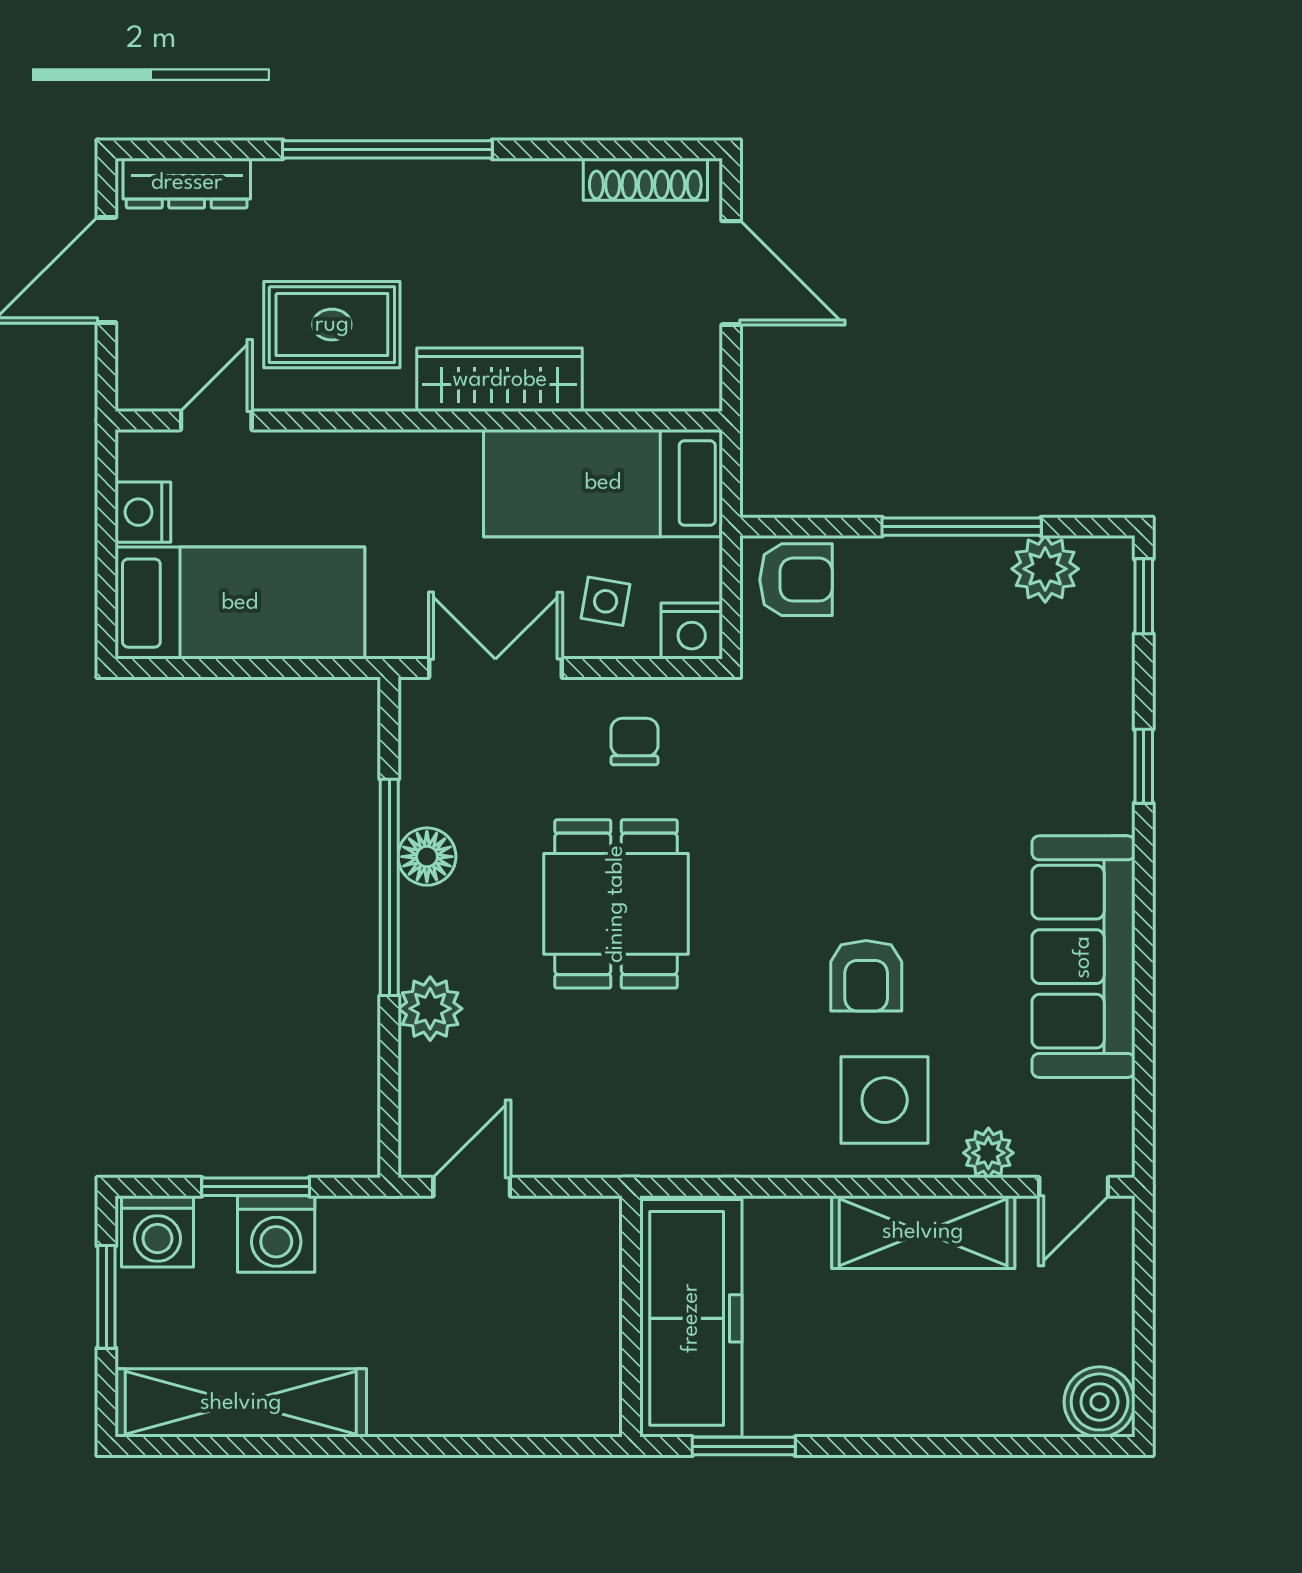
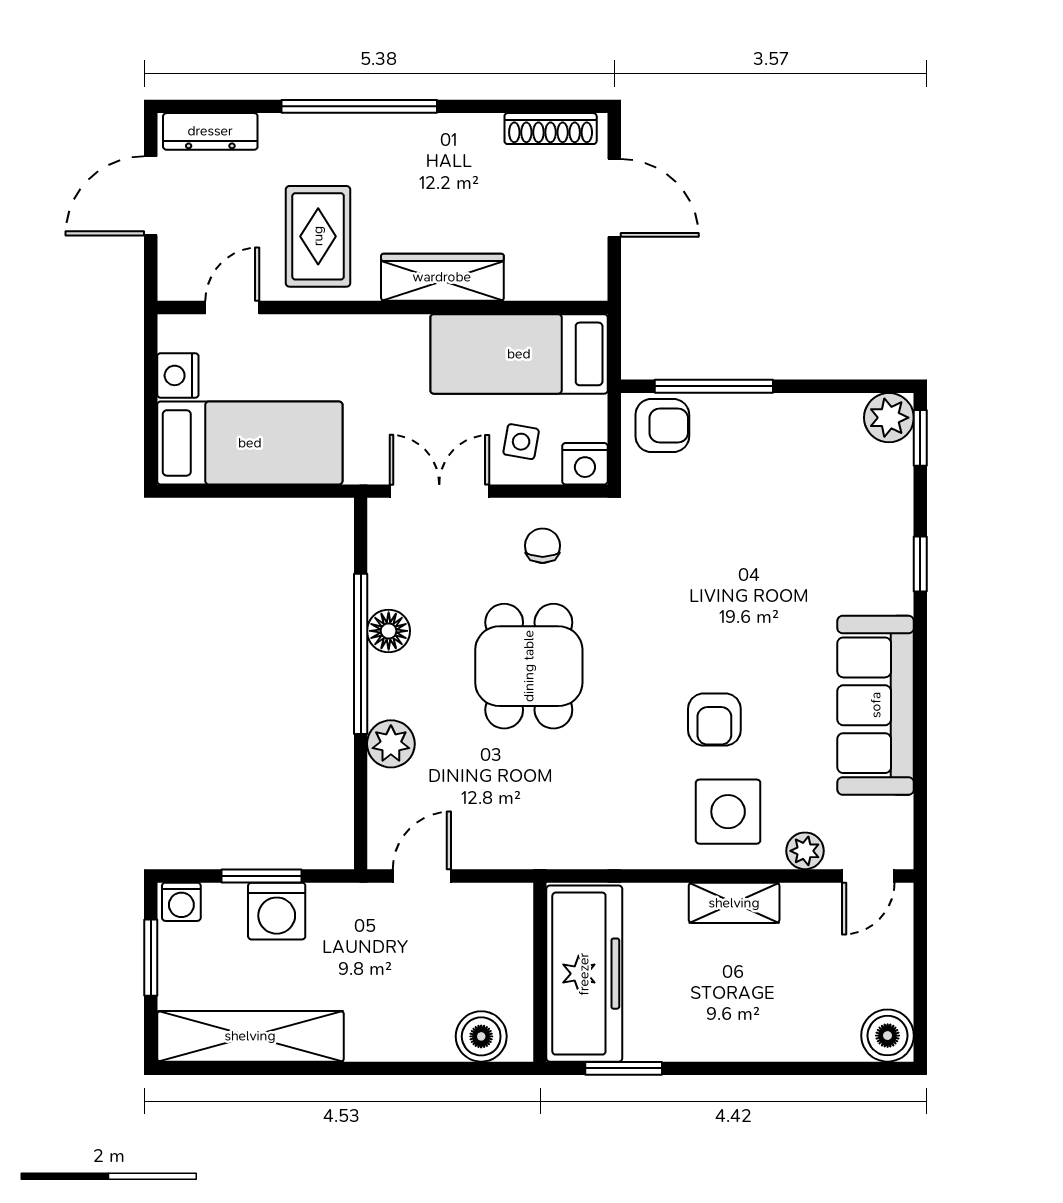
rug: (332, 325) -> (318, 236), turned 90
window: (962, 527) -> (714, 386), moved
plant: (1045, 569) -> (889, 418), moved
washing machine: (157, 1231) -> (181, 902), width x0.73, depth x0.73
shelving: (923, 1232) -> (734, 903), width x0.67, depth x0.75
boiler: (552, 1403) -> (481, 1036), added

